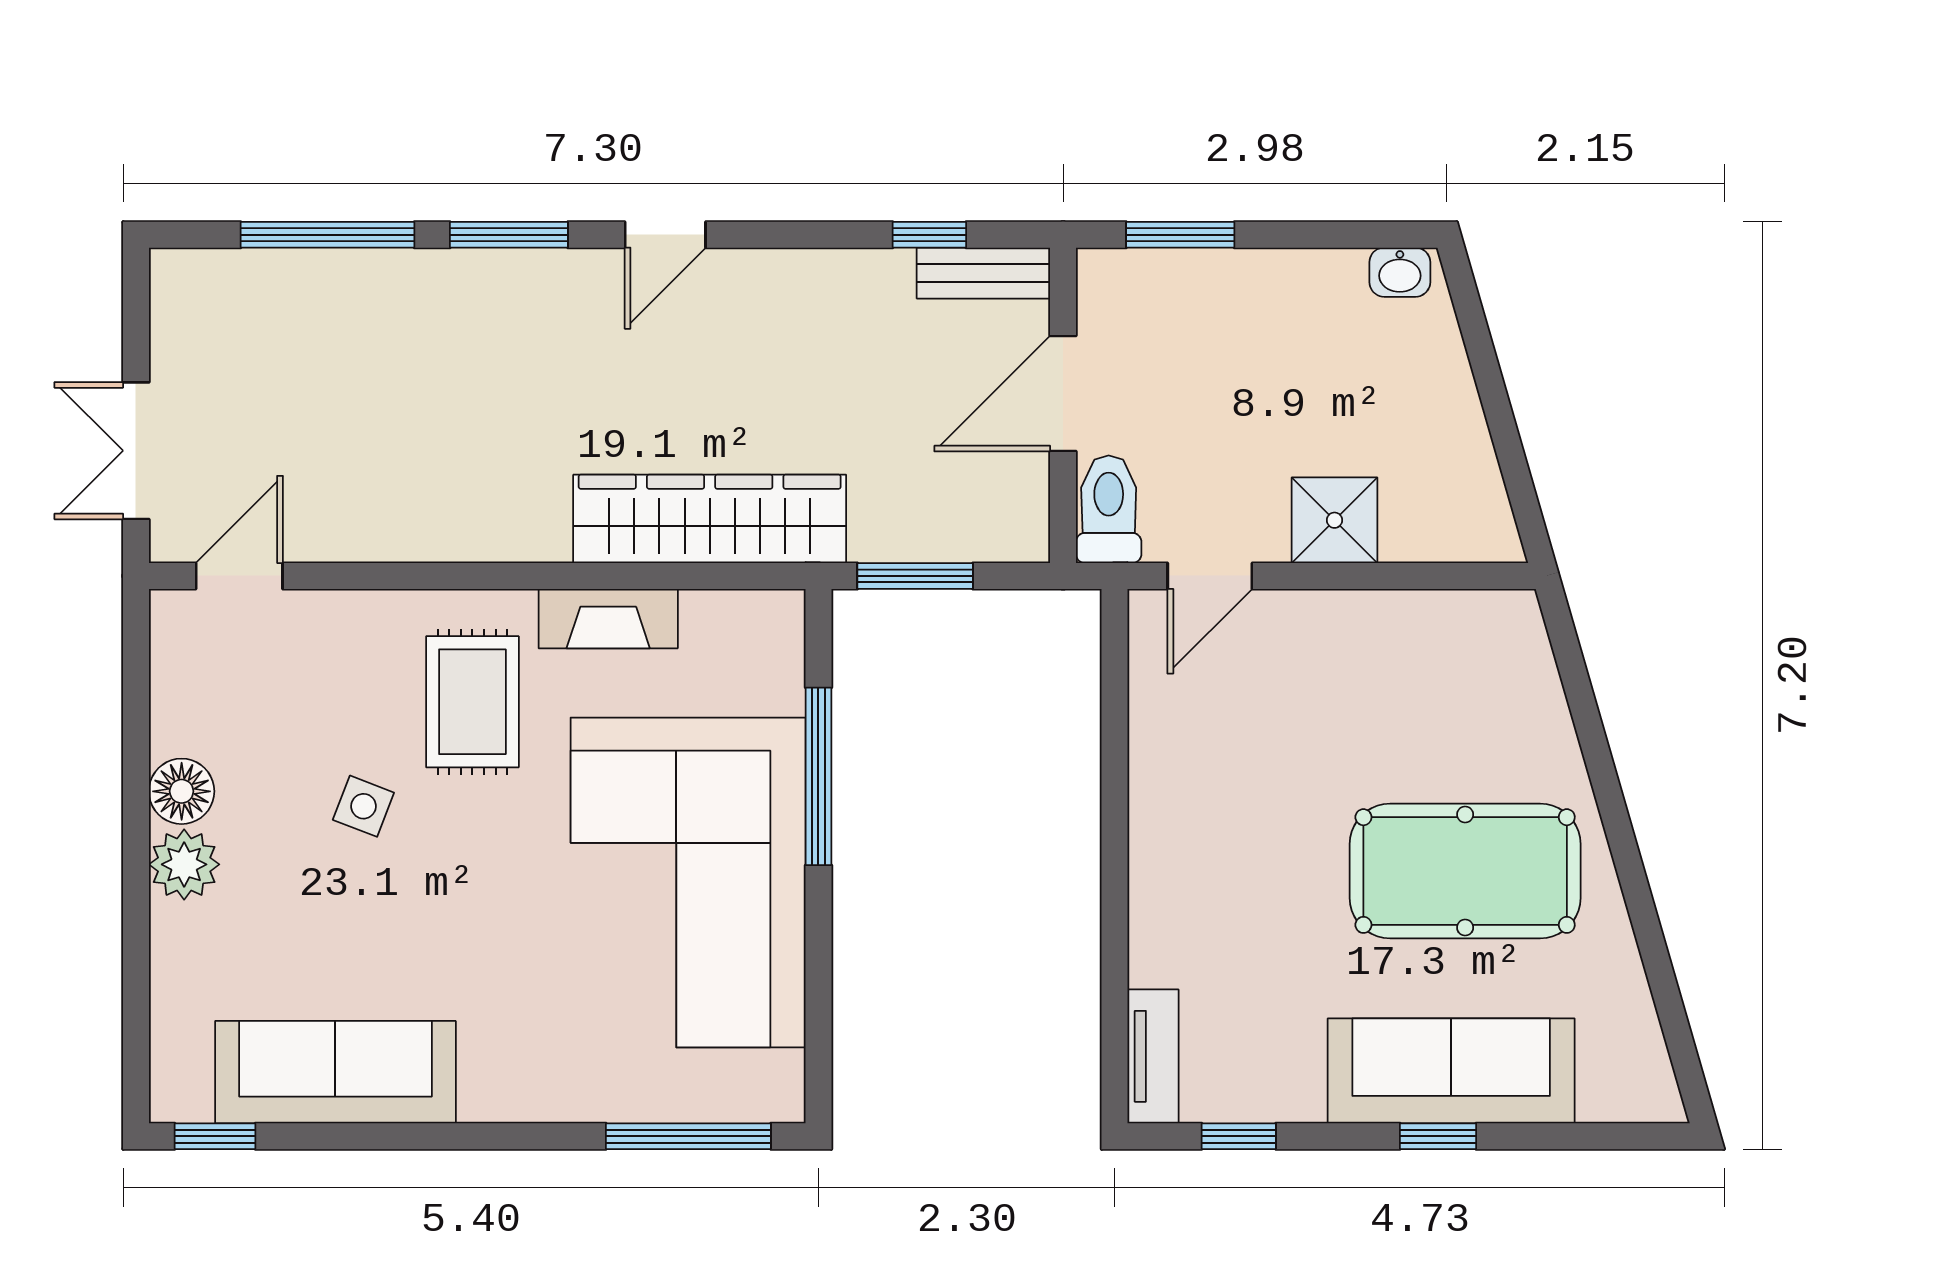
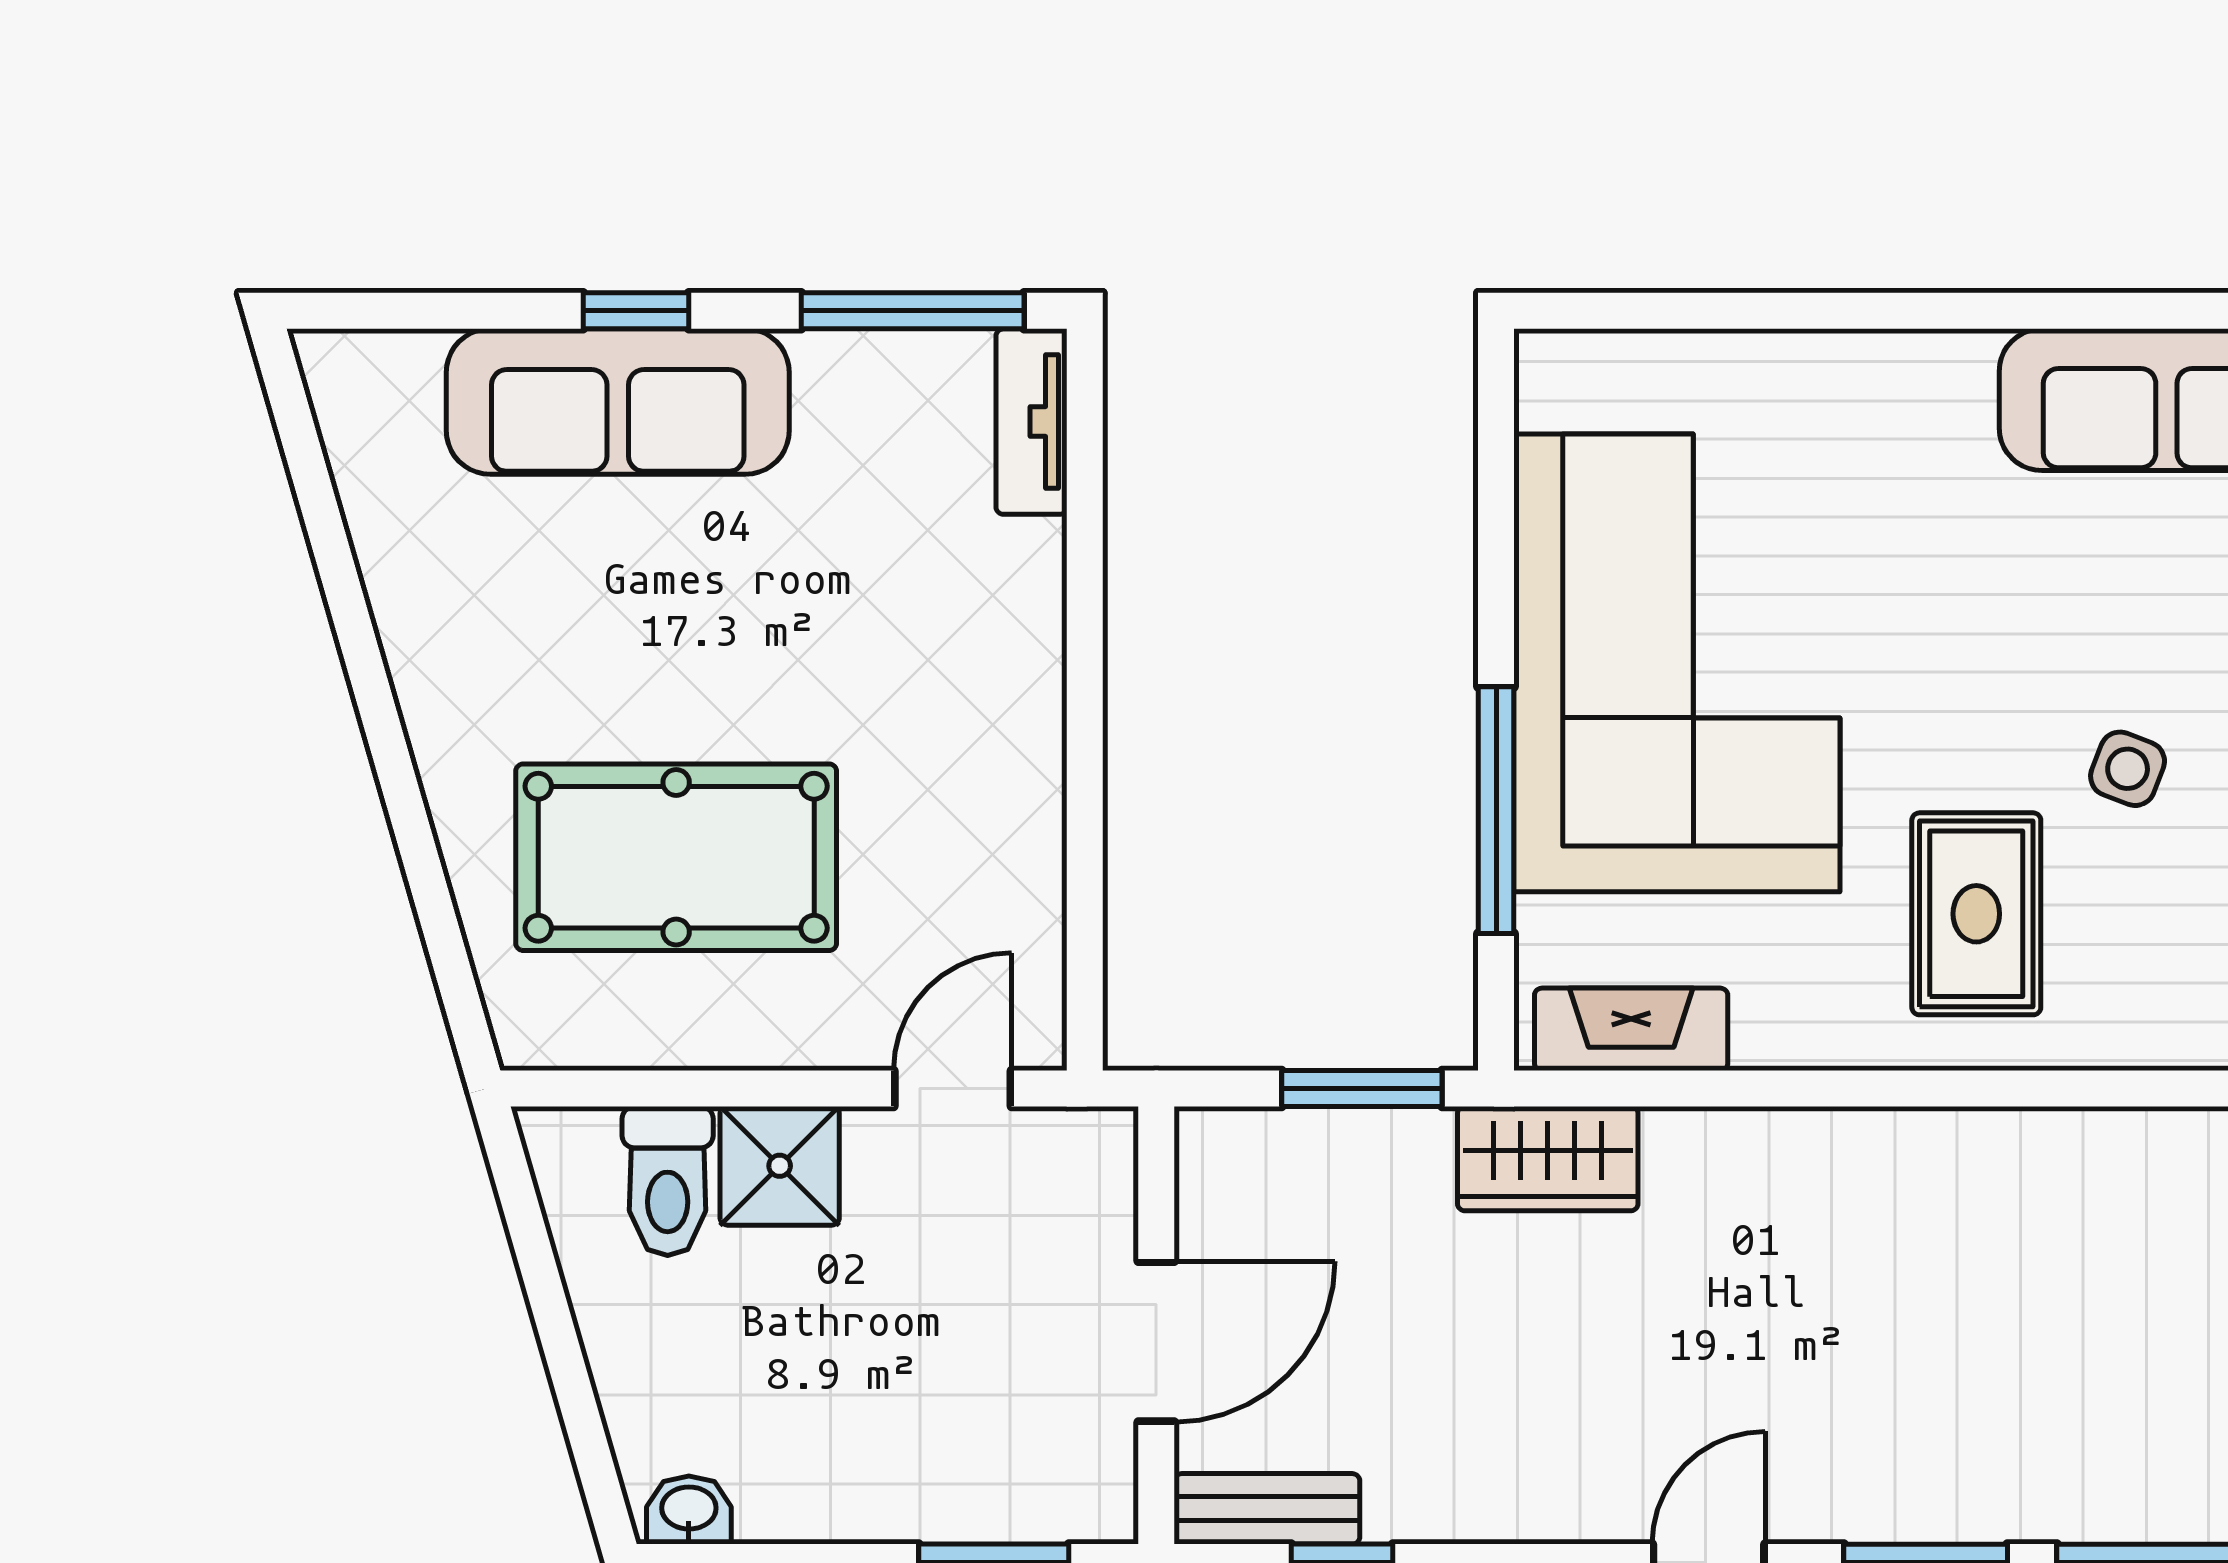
toilet: (1109, 509) -> (668, 1181), moved
wardrobe: (710, 519) -> (1548, 1159), width x0.48, depth x0.85
fireplace: (608, 619) -> (1631, 1029), moved
pool table: (1465, 871) -> (676, 857), moved
window: (688, 1136) -> (1676, 311), removed
window: (1239, 1136) -> (913, 311), width x2.17

